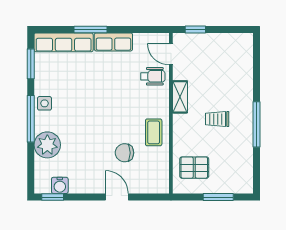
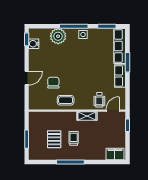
filing cabinet: (243, 50) -> (115, 154), added
pallet: (194, 168) -> (54, 139), moved

